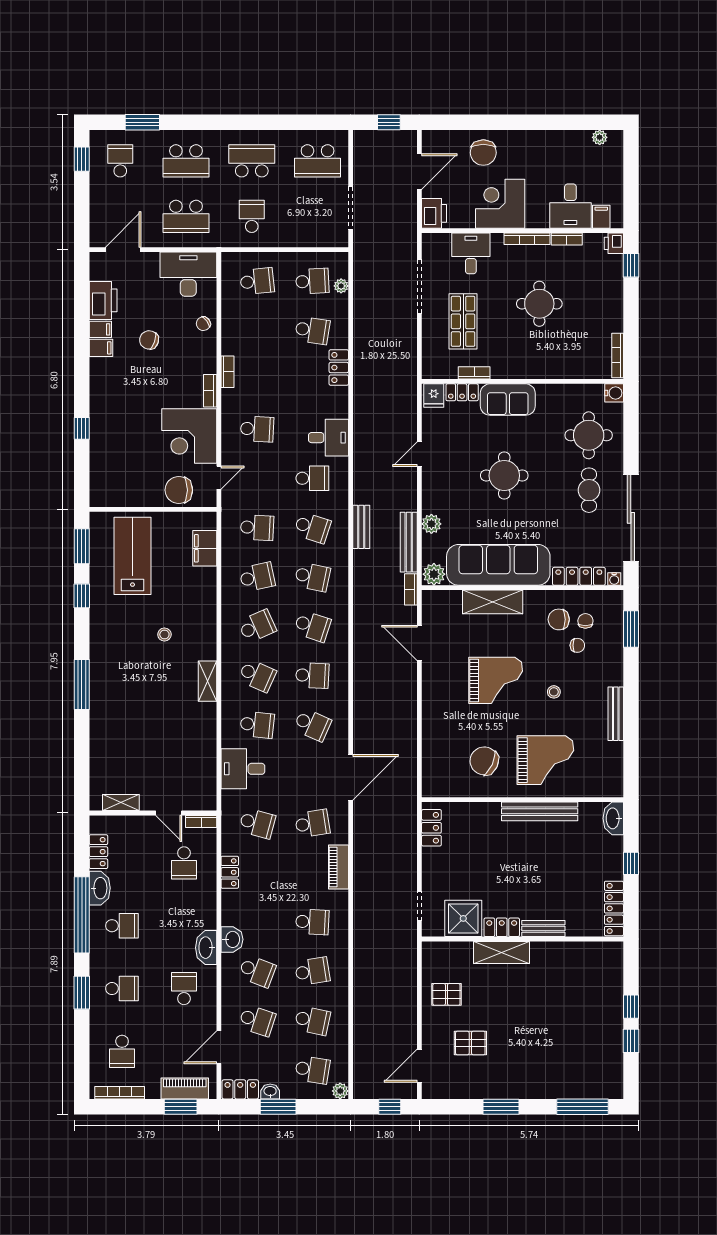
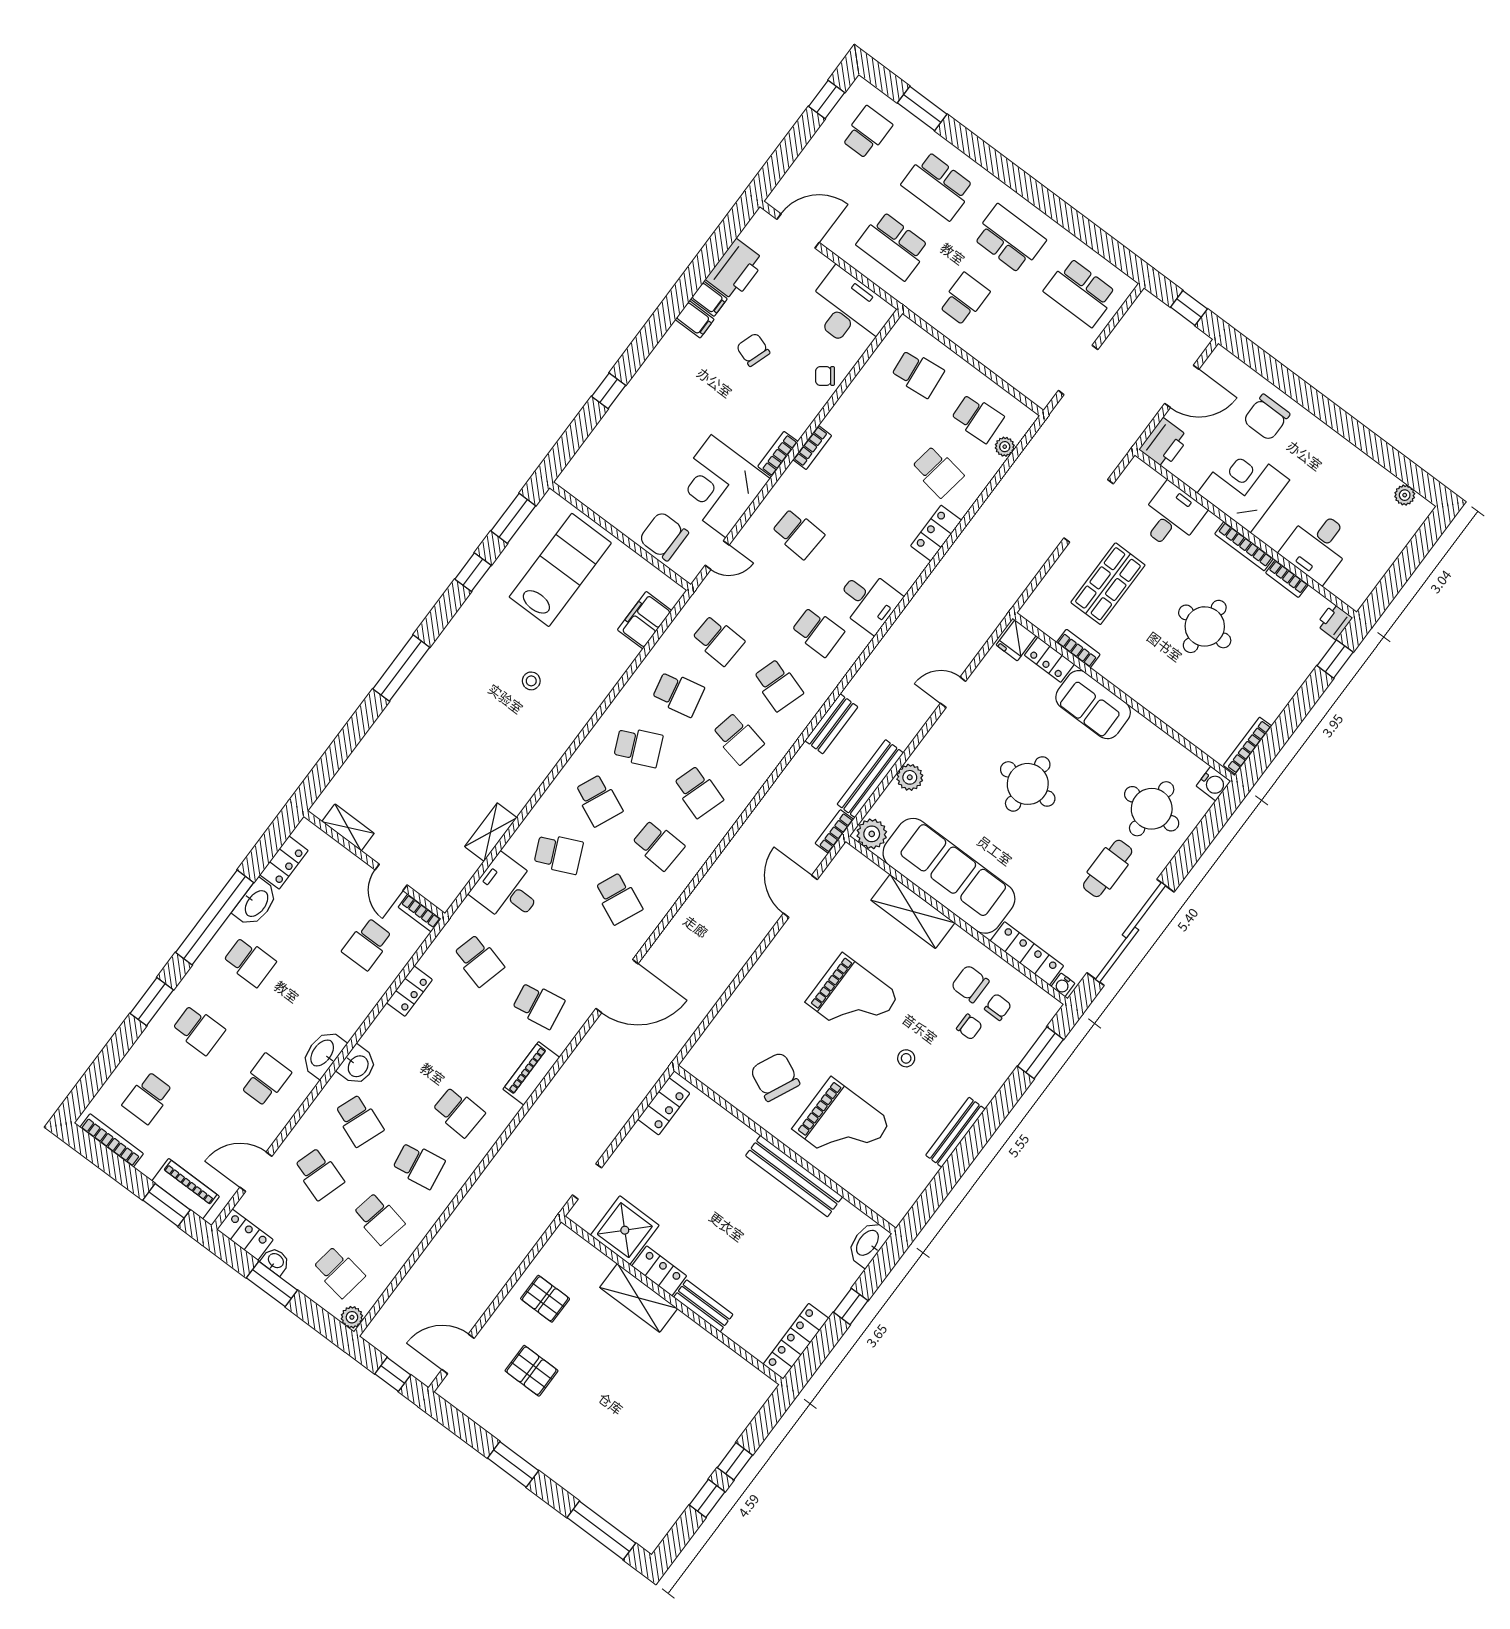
filing cabinet: (601, 217) -> (1342, 582), removed
shelving: (207, 681) -> (491, 832), moved
school desk: (257, 725) -> (558, 854), turned -30

